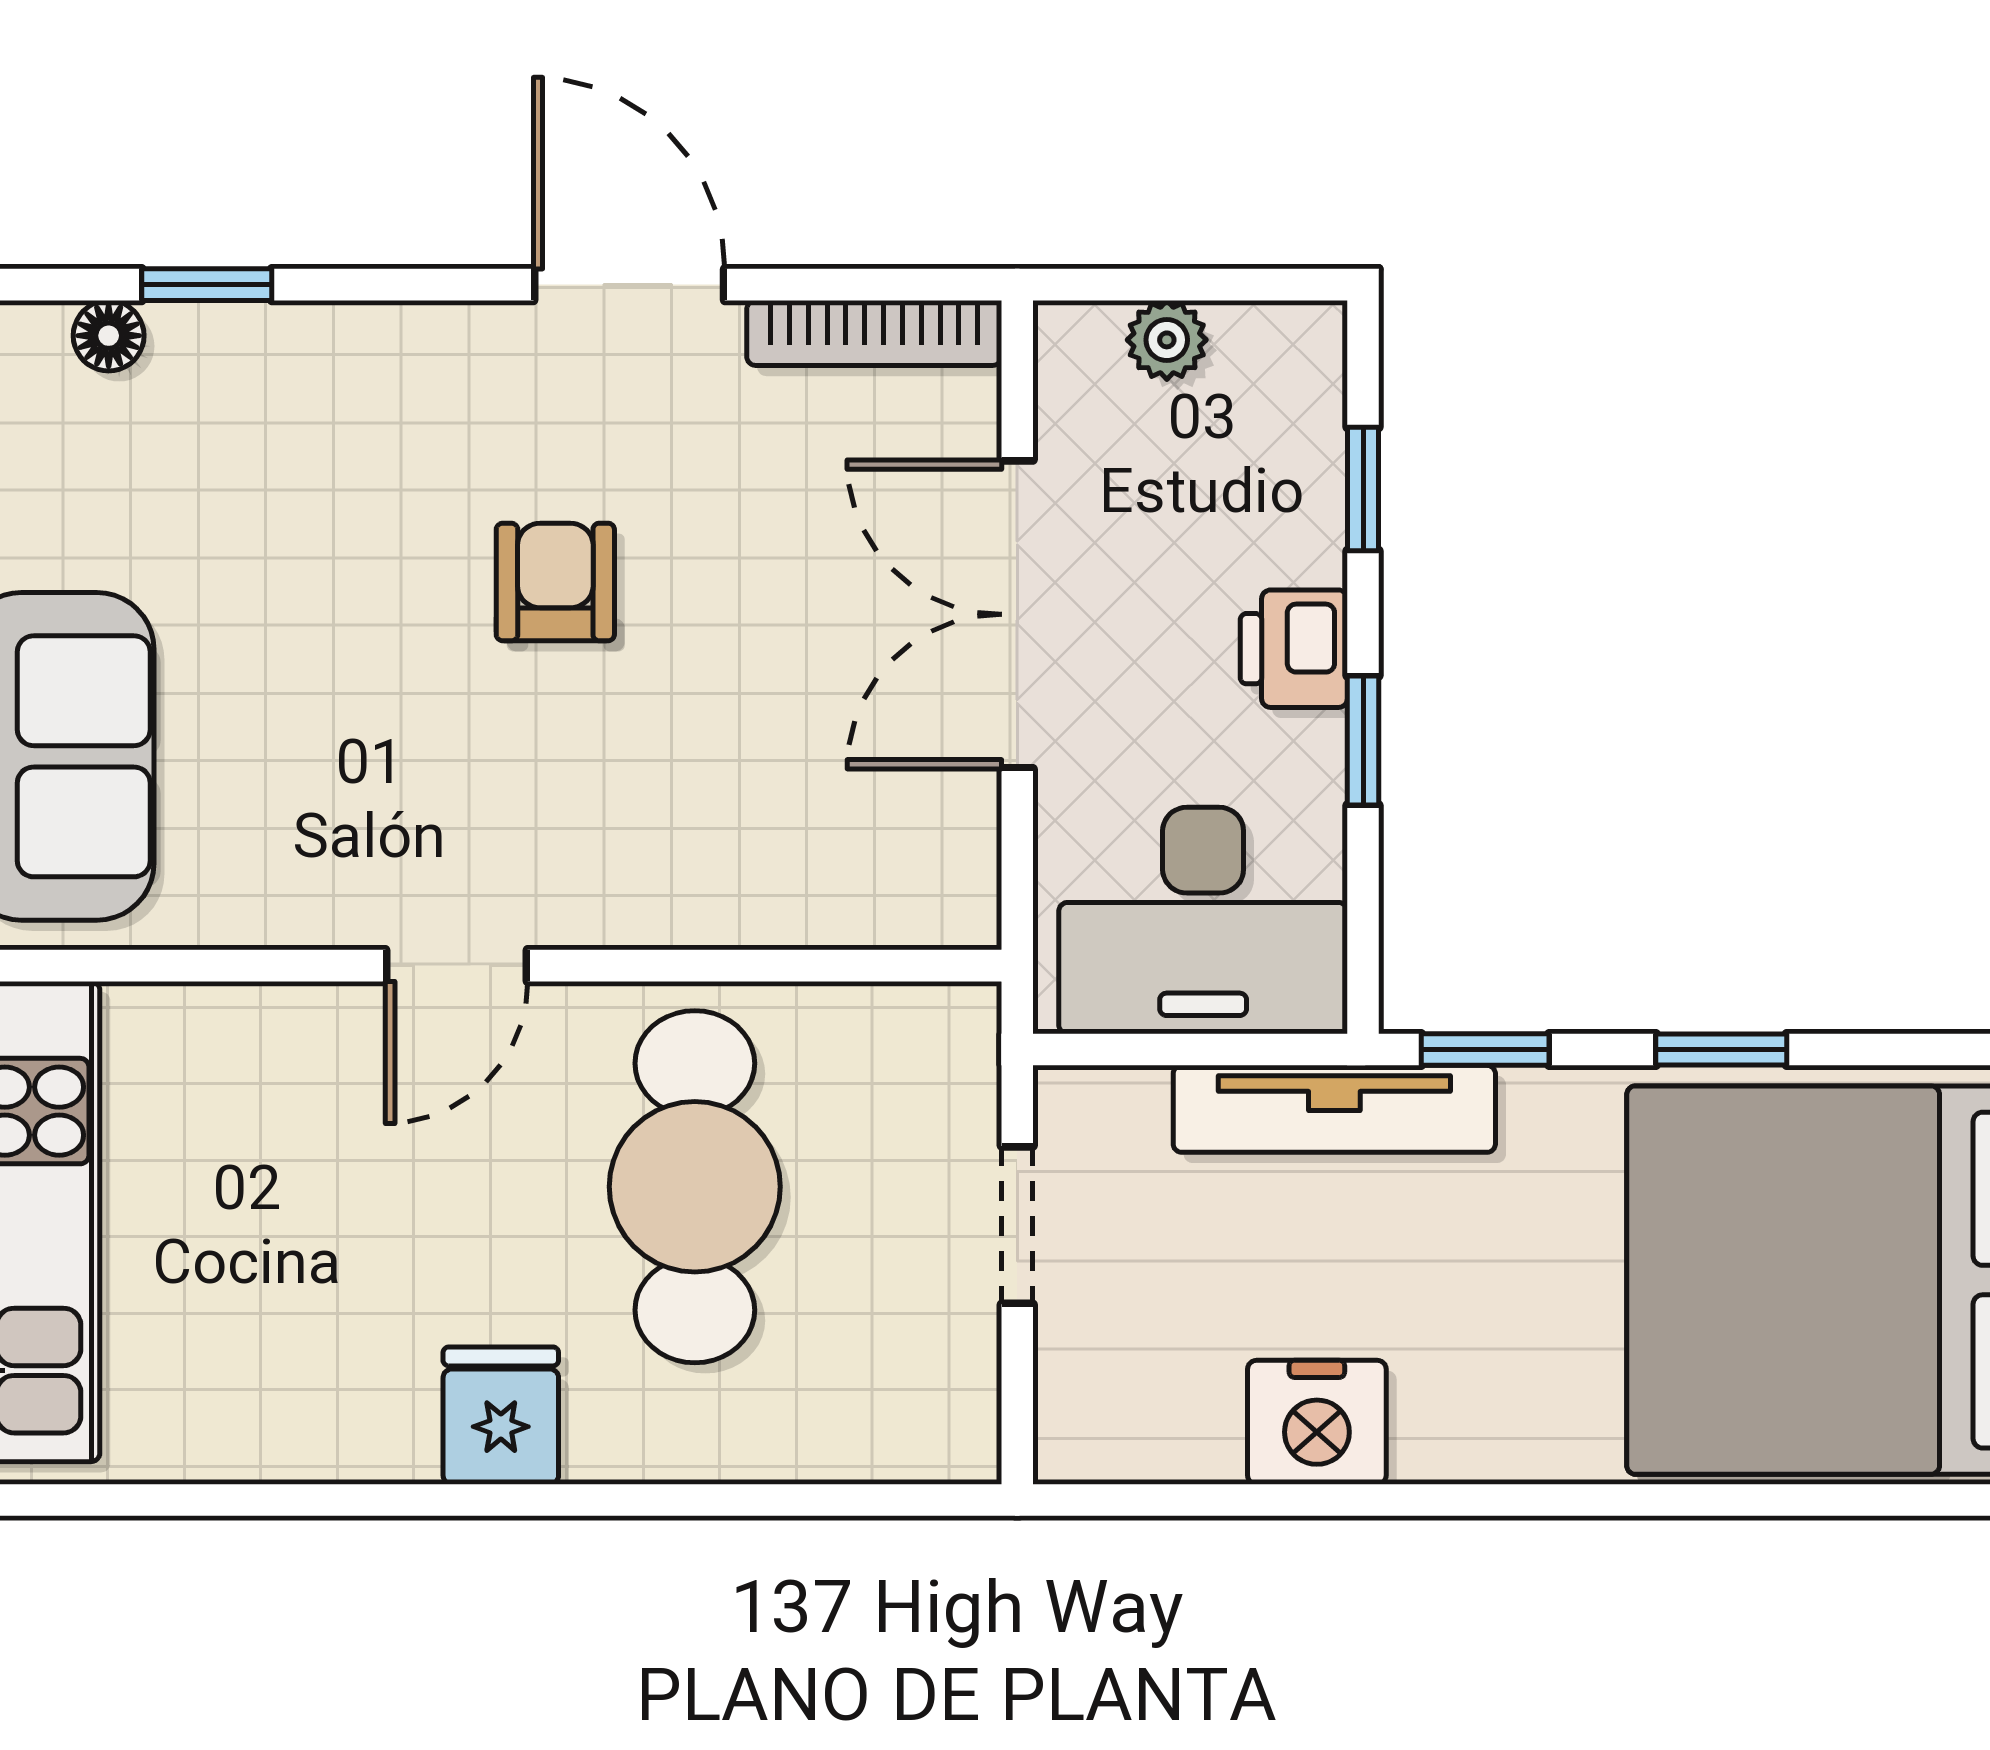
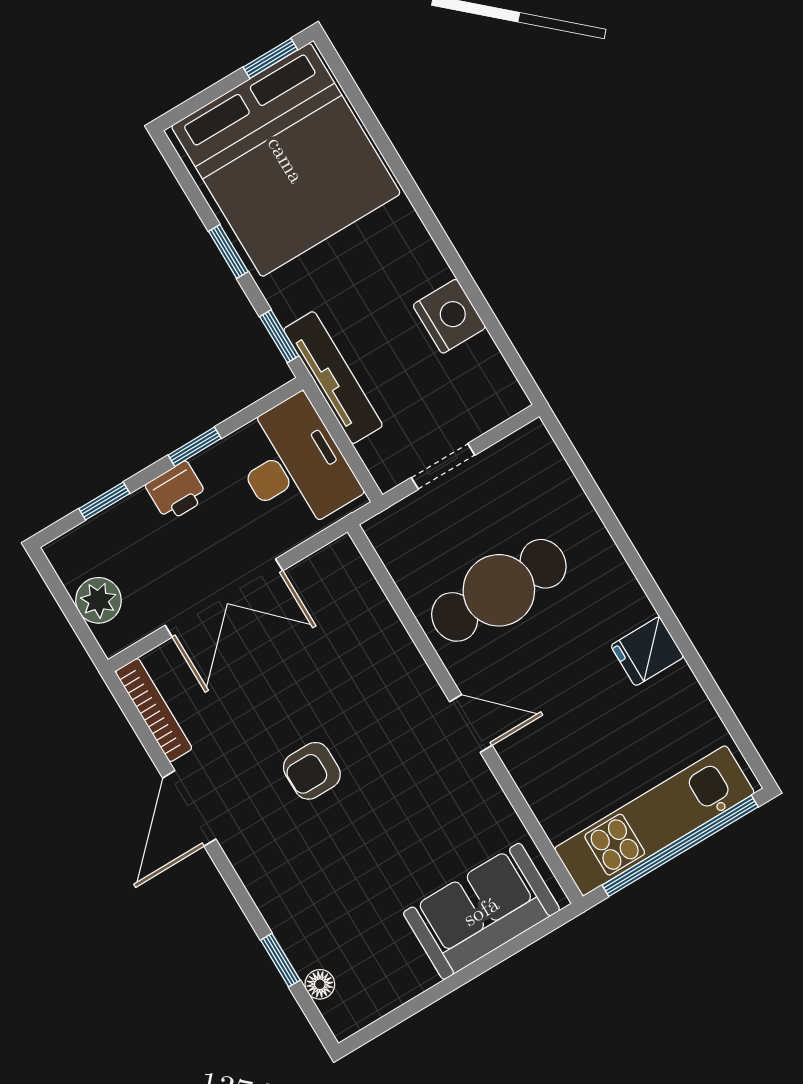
plant: (1167, 340) -> (98, 600), width x1.38, depth x1.38
fridge: (501, 1416) -> (647, 651), moved

